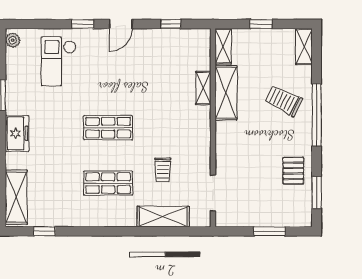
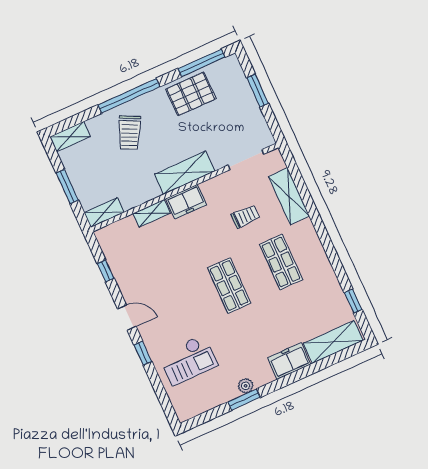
window: (261, 24) -> (67, 187), width x1.50
plant: (13, 40) -> (246, 386), moved
shelving: (226, 93) -> (185, 173), moved
freezer: (200, 123) -> (186, 202), added
freezer: (17, 133) -> (289, 361), moved
pallet: (293, 171) -> (191, 94), width x1.50, depth x1.42
window: (317, 193) -> (201, 63), width x1.44

